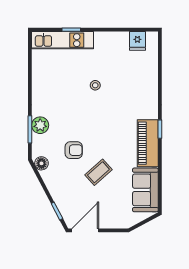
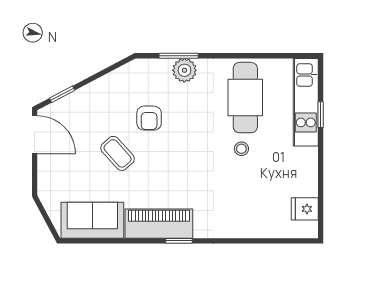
cafe table: (59, 83) -> (245, 98), added
floor lamp: (41, 163) -> (130, 72), removed

